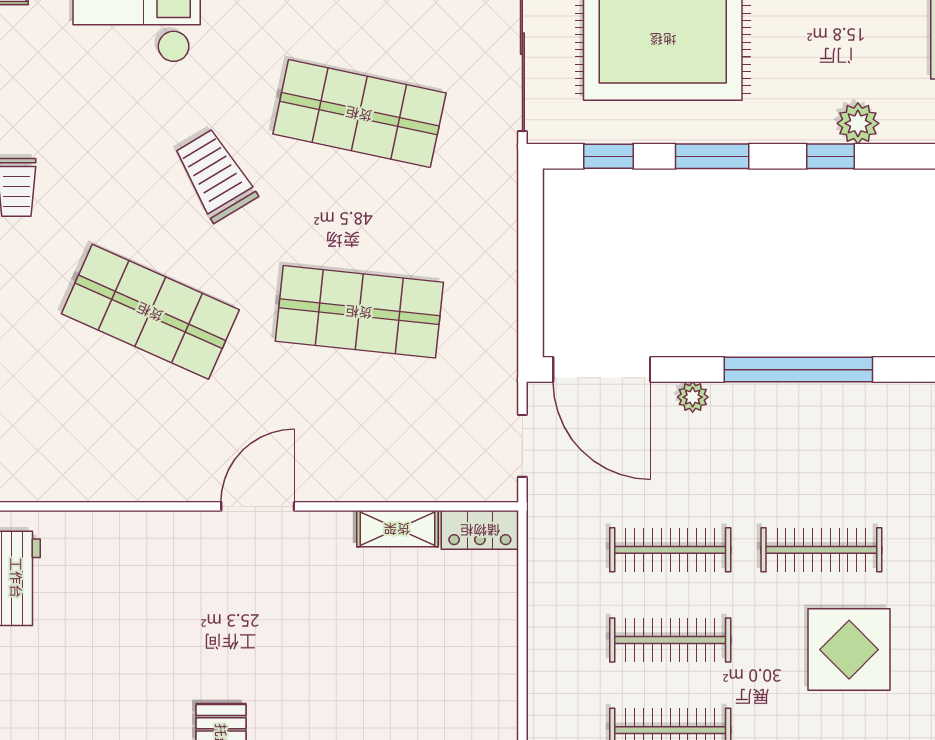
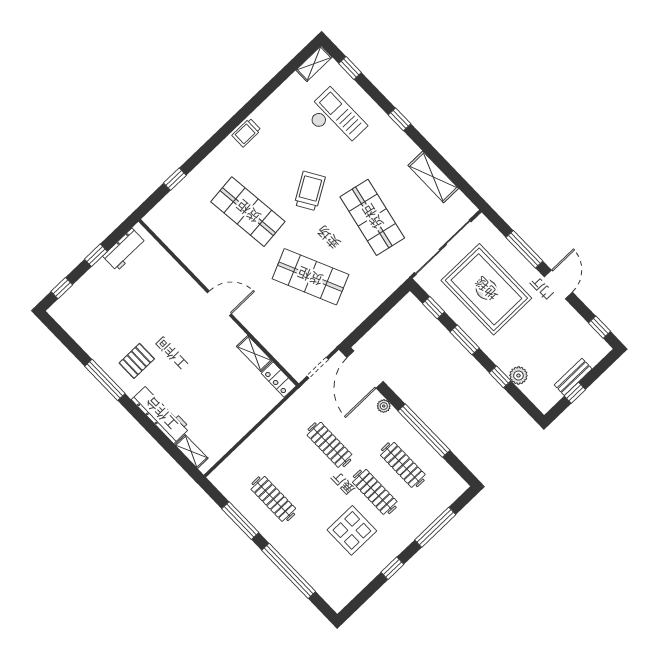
shop shelf: (150, 312) -> (248, 212), turned -30
shop shelf: (359, 312) -> (310, 277), turned -30
clothes rail: (670, 640) -> (403, 465), moved

